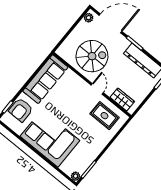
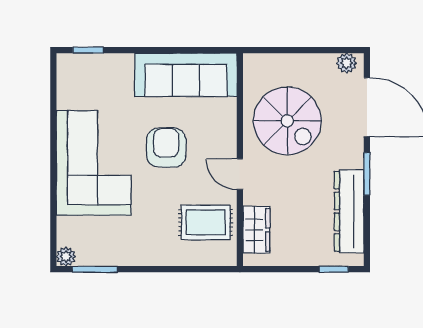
door: (97, 89) -> (240, 174), swing flipped
armchair: (21, 110) -> (166, 148), moved, turned 90
rug: (104, 116) -> (206, 222), turned 90

